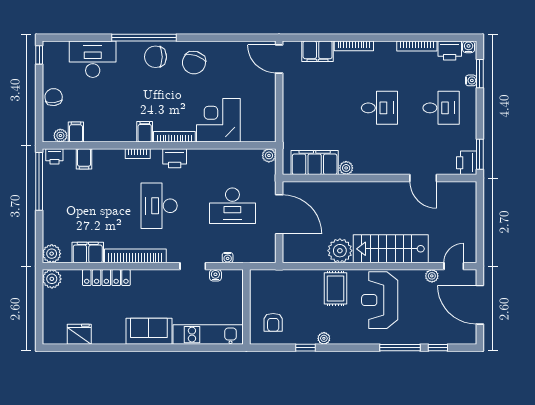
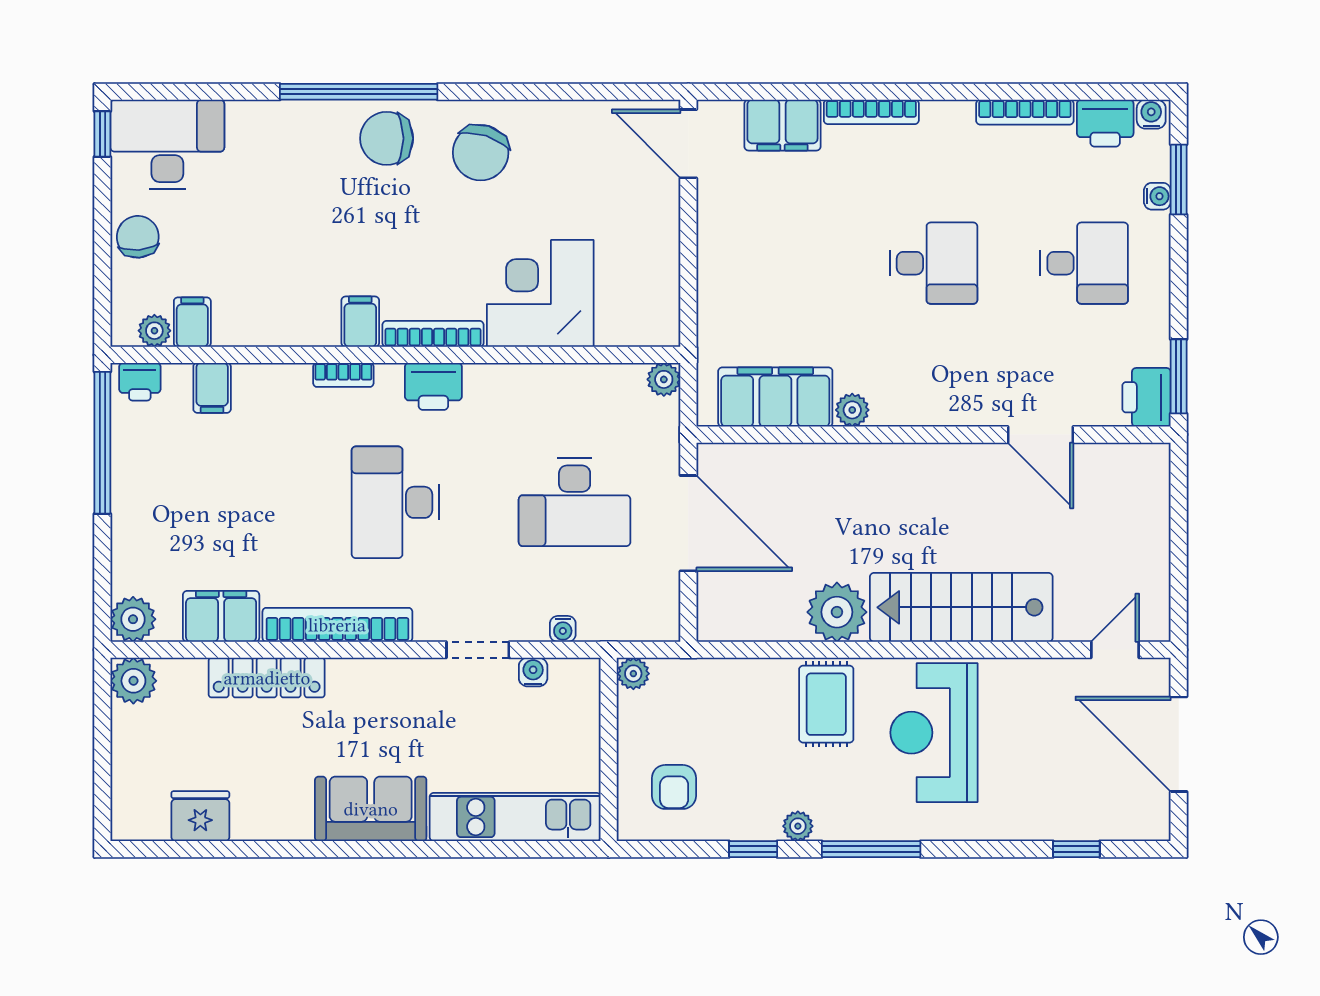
desk: (93, 59) -> (167, 144), moved
plant: (432, 276) -> (633, 674), moved
window: (400, 348) -> (871, 849), moved

